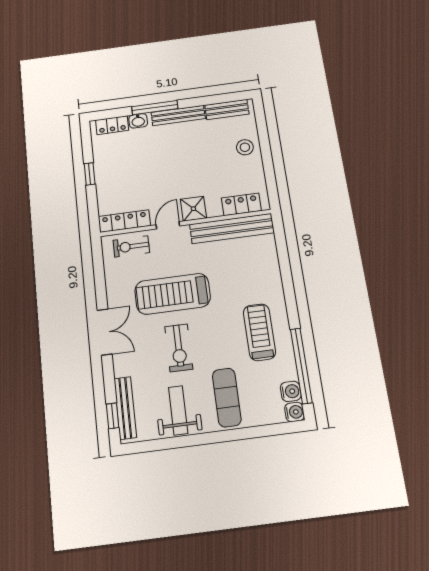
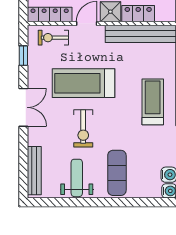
locker: (241, 204) -> (138, 14), moved
treadmill: (259, 332) -> (153, 102), moved
window: (113, 416) -> (23, 56), moved

